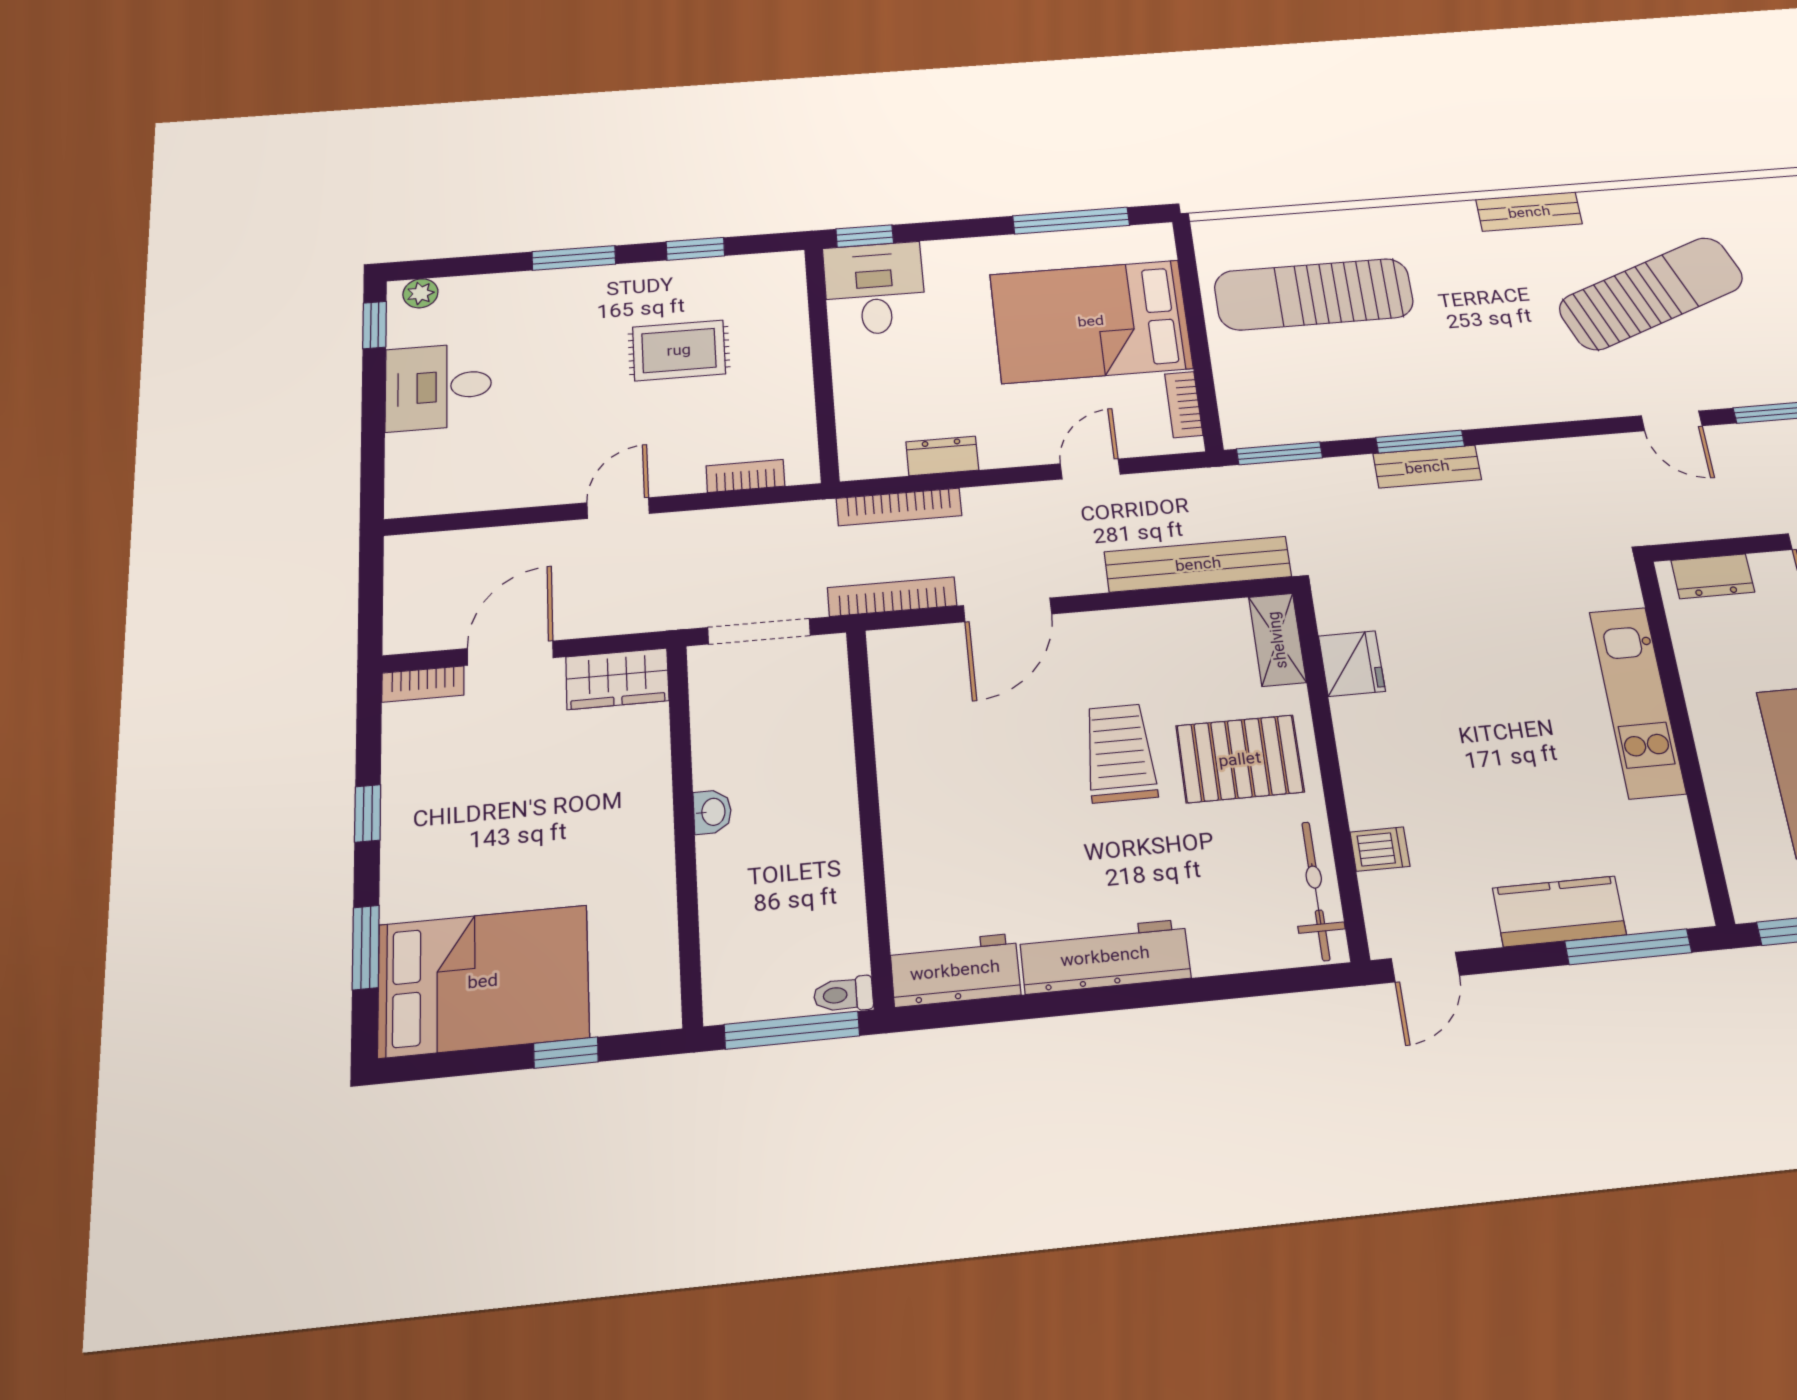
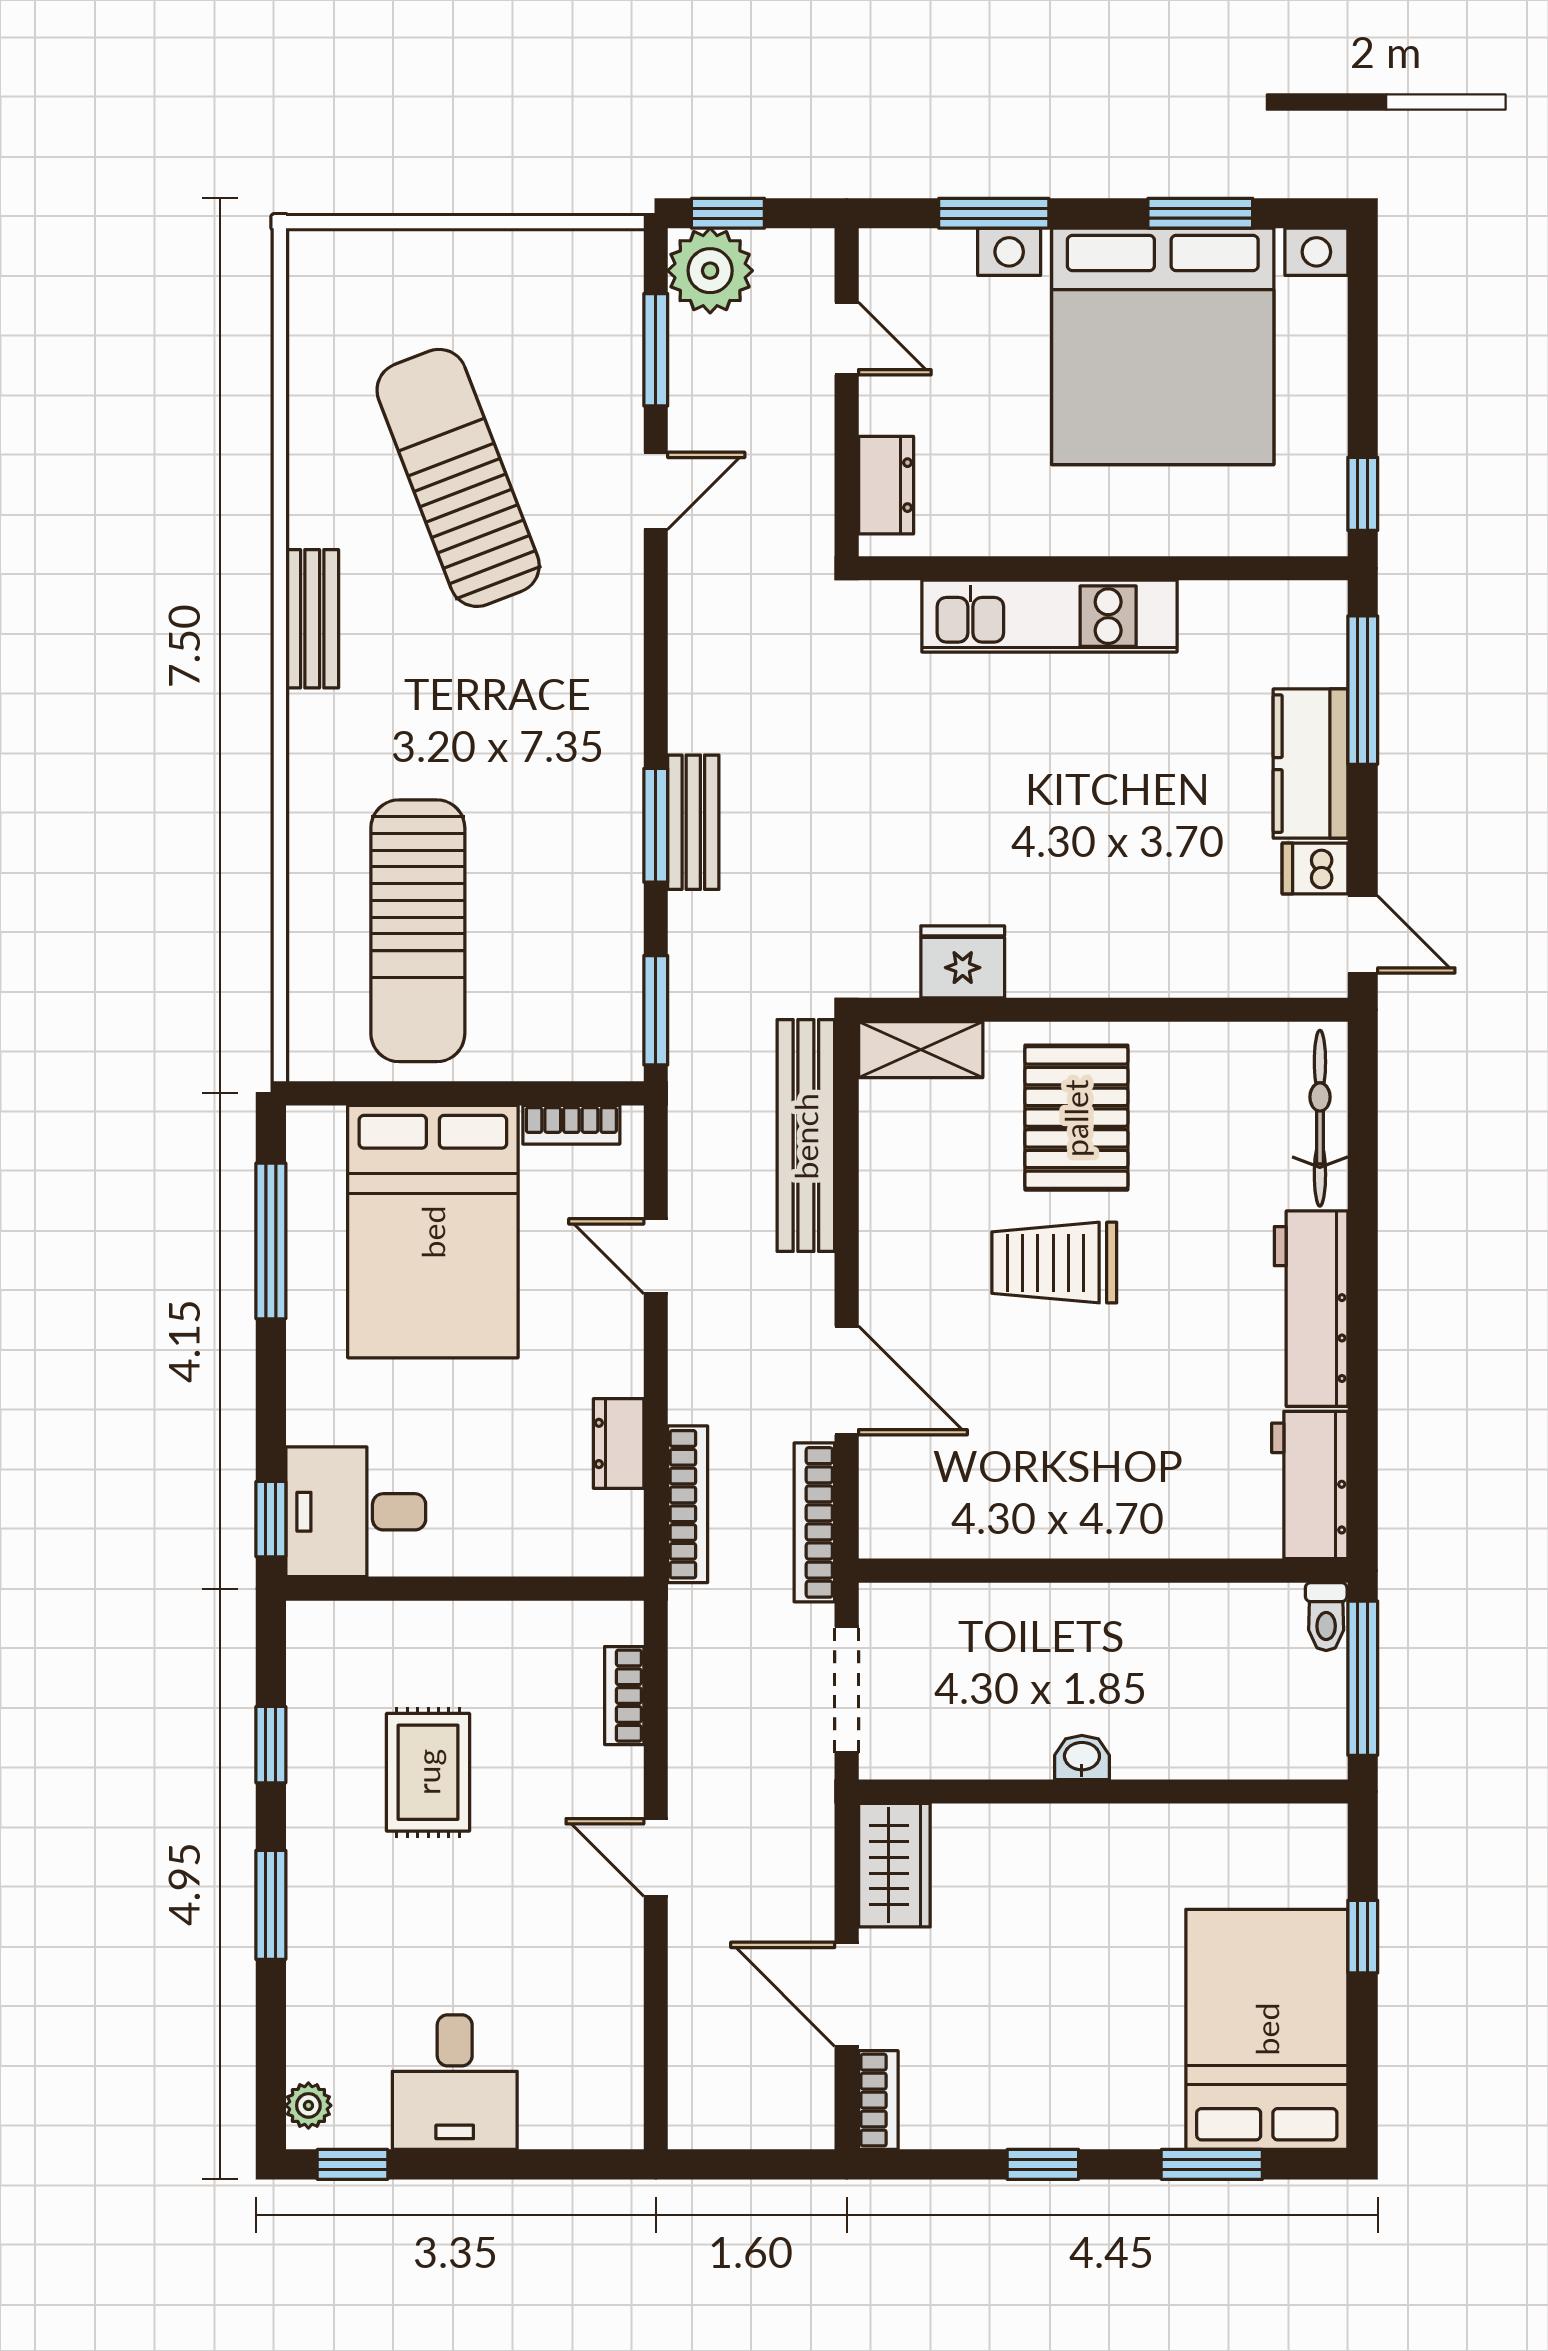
dishwasher: (1380, 849) -> (1315, 869), moved, turned -90
bicycle: (1316, 891) -> (1320, 1118), moved, turned 90

